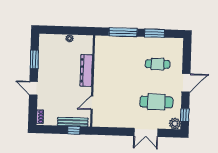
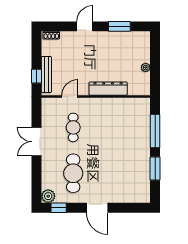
cafe table: (158, 64) -> (73, 127), moved
door: (92, 103) -> (70, 97), hinge flipped
double door: (146, 132) -> (36, 142), moved

